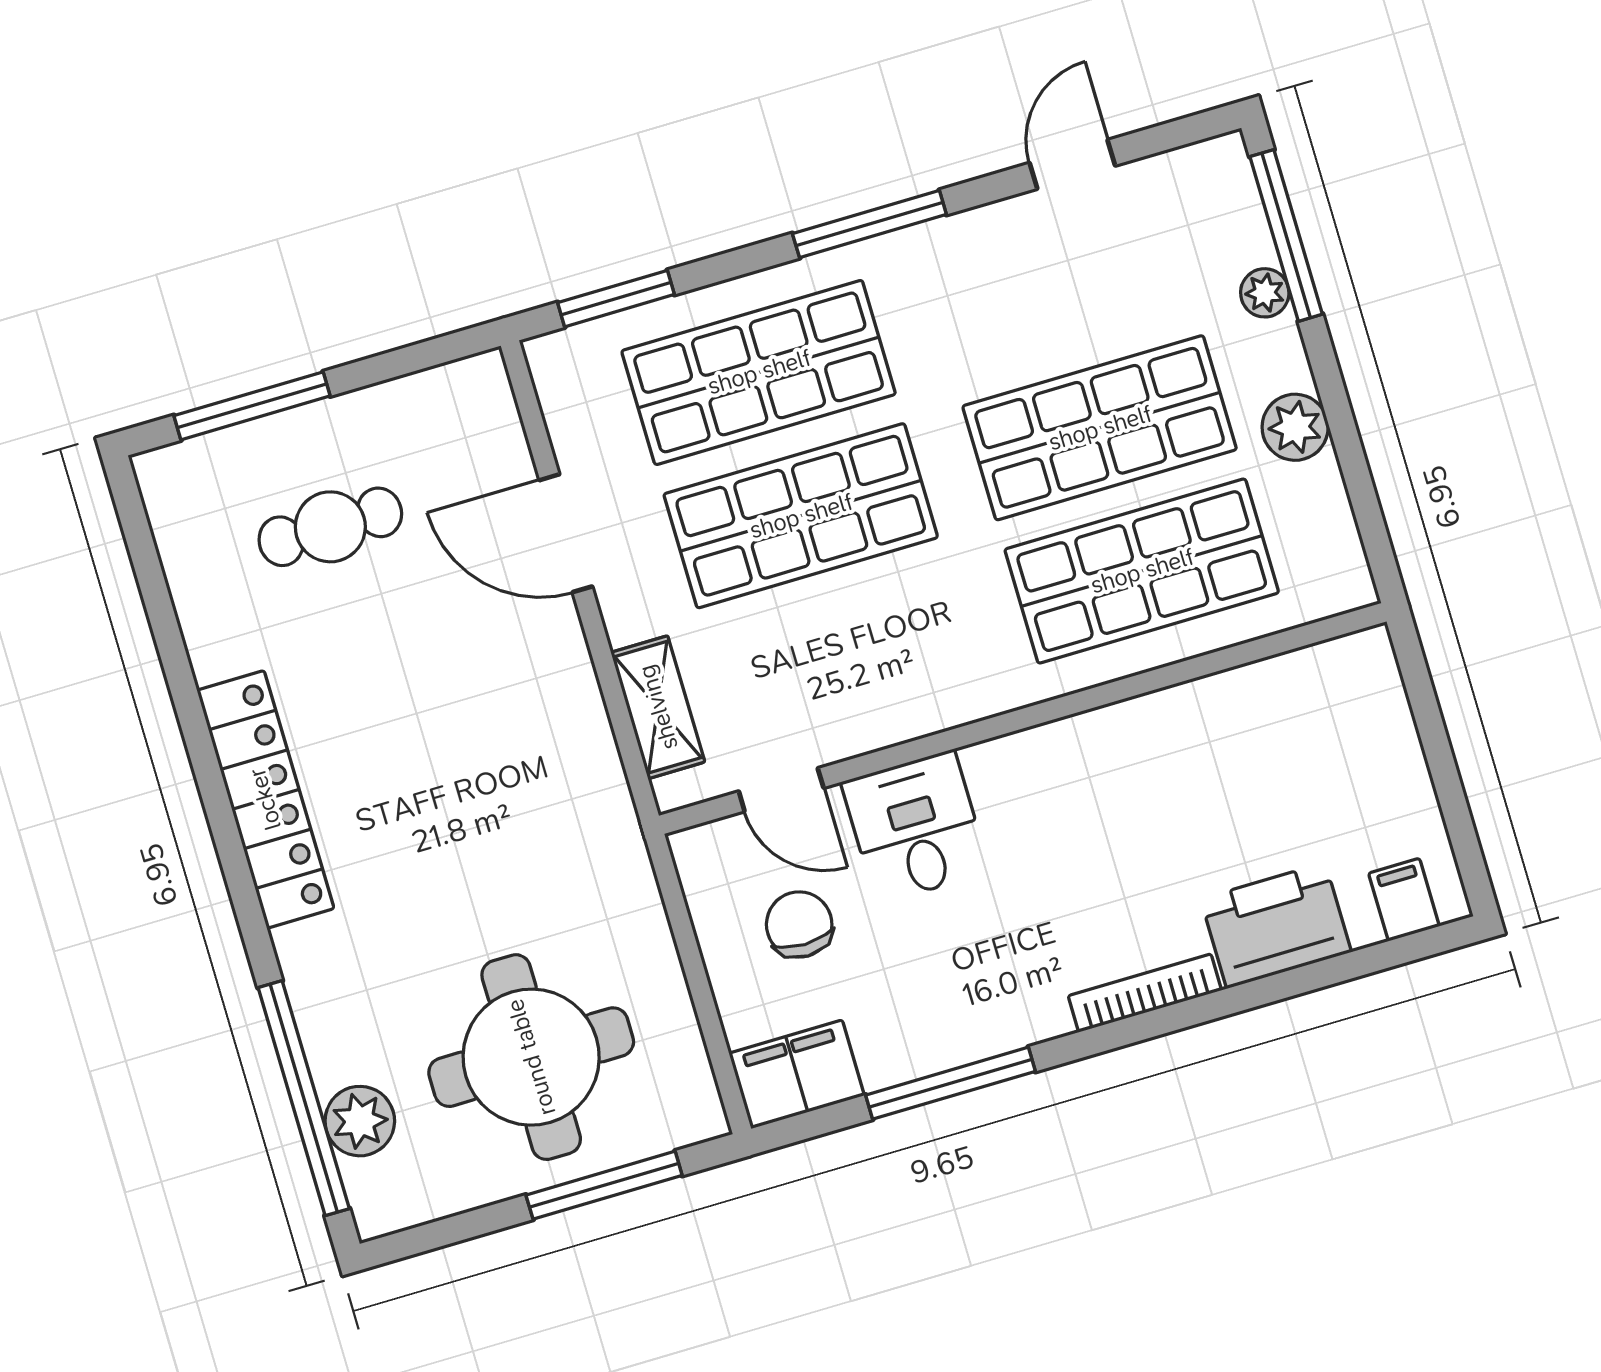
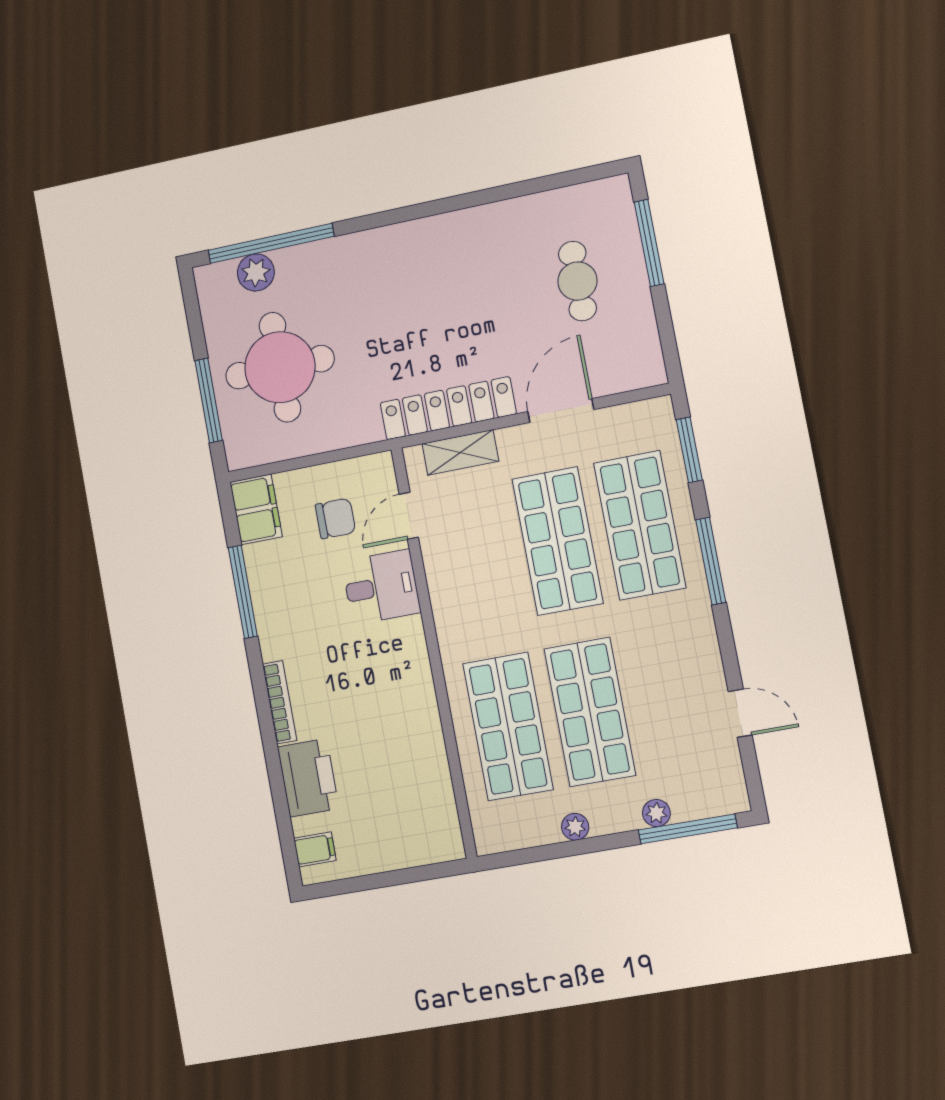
window: (869, 224) -> (711, 561), moved
plant: (1295, 427) -> (575, 827), width x0.73, depth x0.73
locker: (265, 799) -> (448, 408), moved, turned 180

